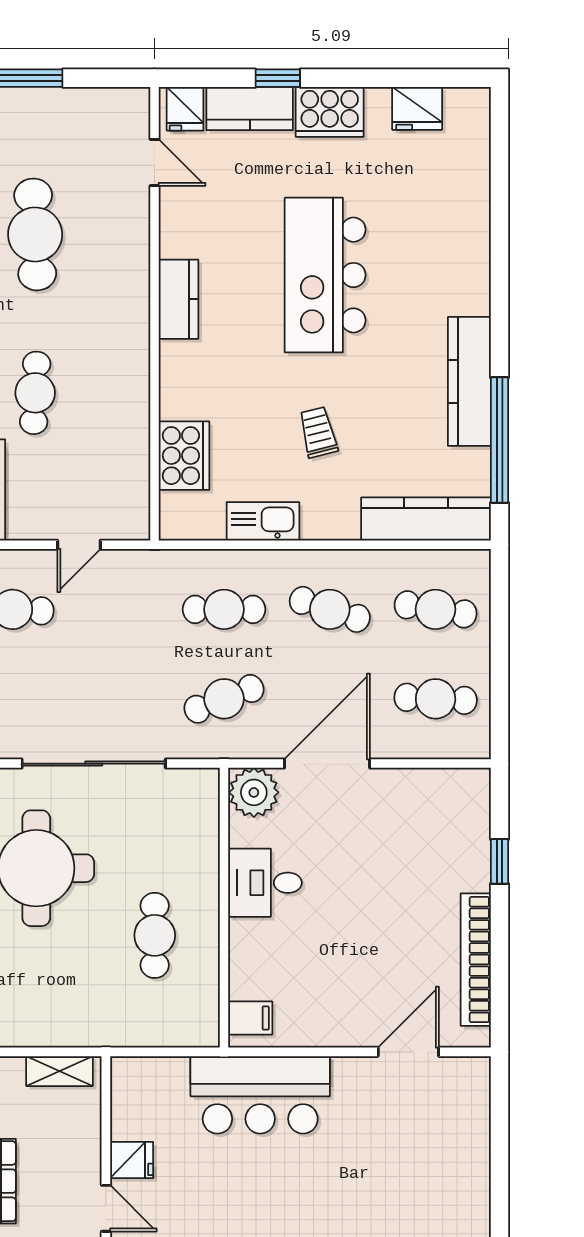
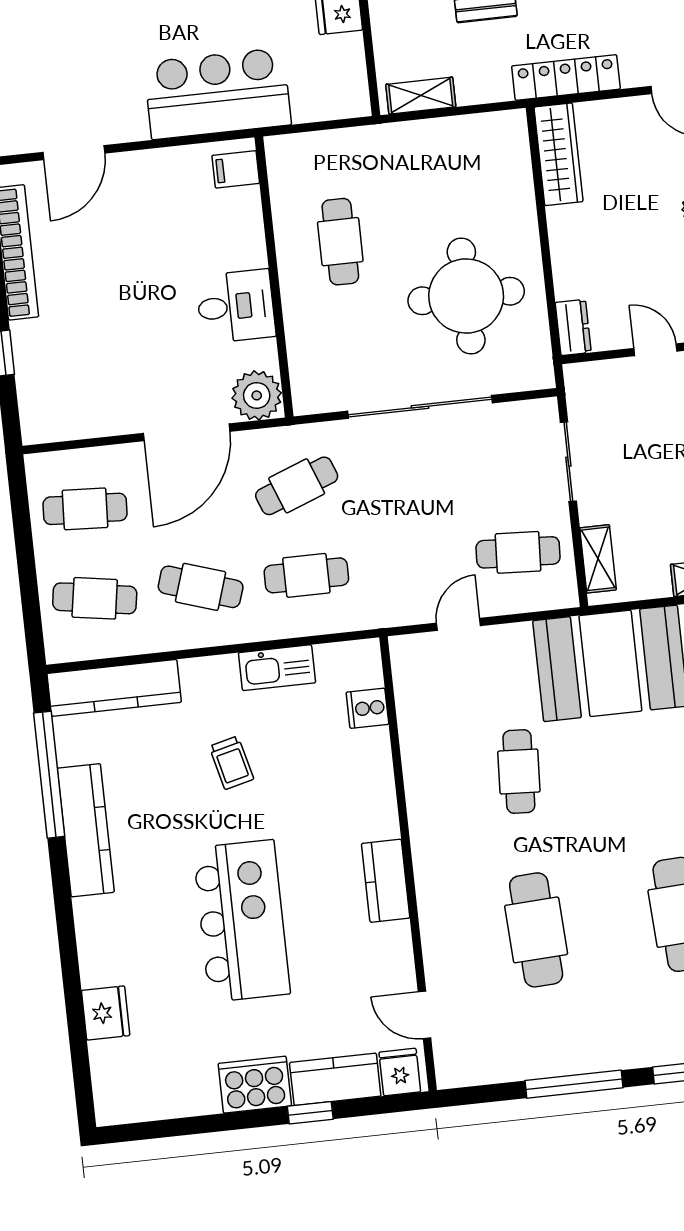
fridge: (417, 108) -> (106, 1013), moved, turned 90
cooker: (184, 456) -> (367, 708), width x0.53, depth x0.76

